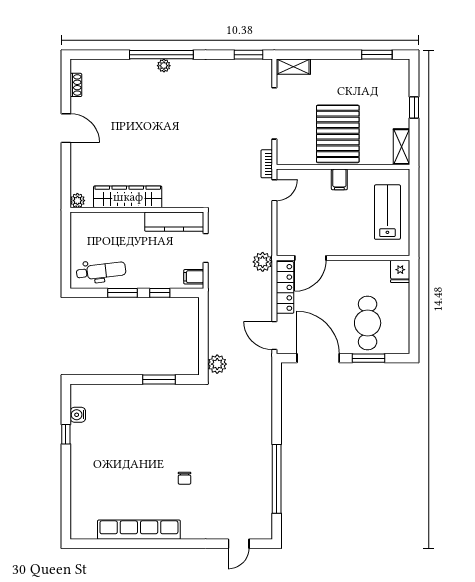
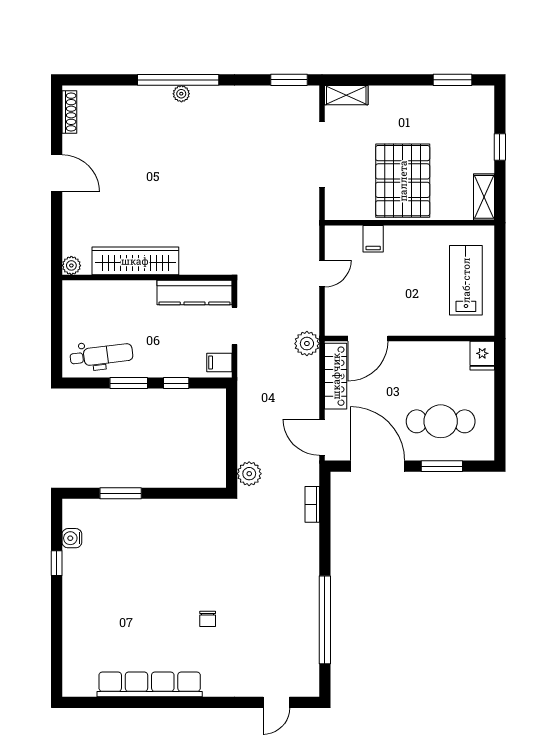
shoe rack: (76, 85) -> (69, 112), width x1.43
bookcase: (267, 164) -> (312, 504), moved
filing cabinet: (339, 179) -> (373, 239), moved
door: (274, 190) -> (322, 274), moved
cafe table: (368, 323) -> (441, 421), turned 90
window: (159, 379) -> (121, 493), moved

